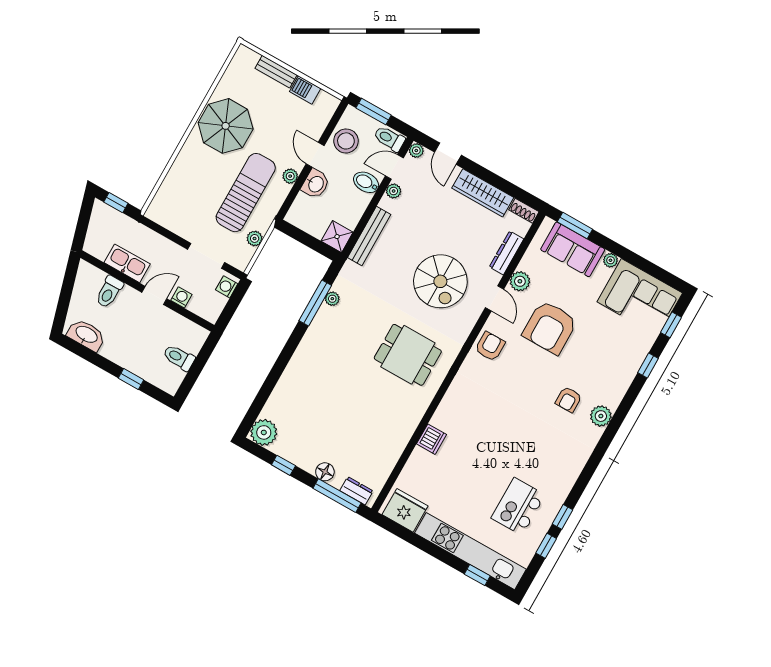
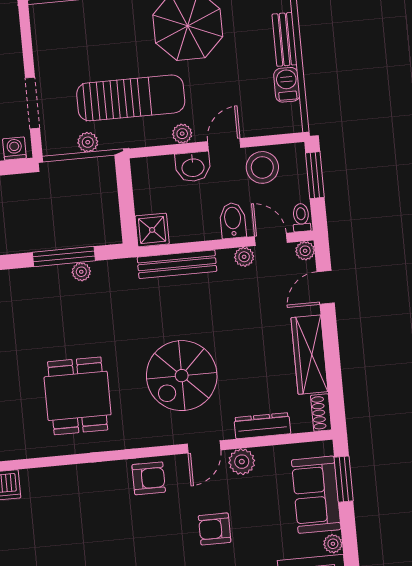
toilet: (389, 139) -> (301, 218), width x0.73, depth x0.72
armchair: (550, 327) -> (215, 529), width x0.53, depth x0.53

